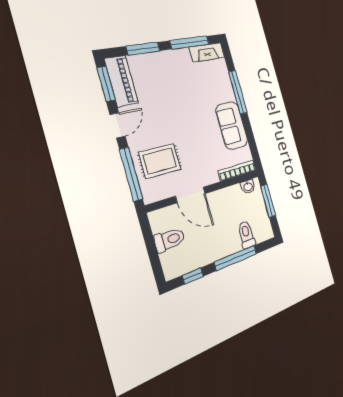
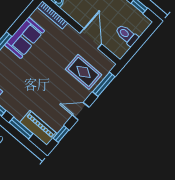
piano: (121, 81) -> (38, 128), moved, turned 90
window: (106, 84) -> (61, 134), width x0.67
window: (131, 174) -> (104, 84), width x0.69

